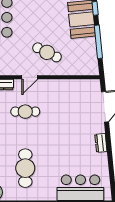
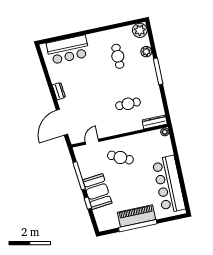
door: (30, 77) -> (92, 142), moved
cafe table: (25, 168) -> (118, 56), width x0.73, depth x0.74

